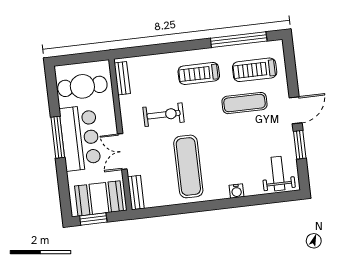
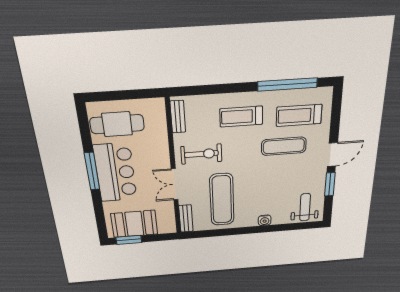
bench: (122, 78) -> (178, 117), moved
wall: (120, 135) -> (173, 170), moved
double door: (122, 152) -> (175, 184), moved
bench: (136, 193) -> (186, 219), moved

